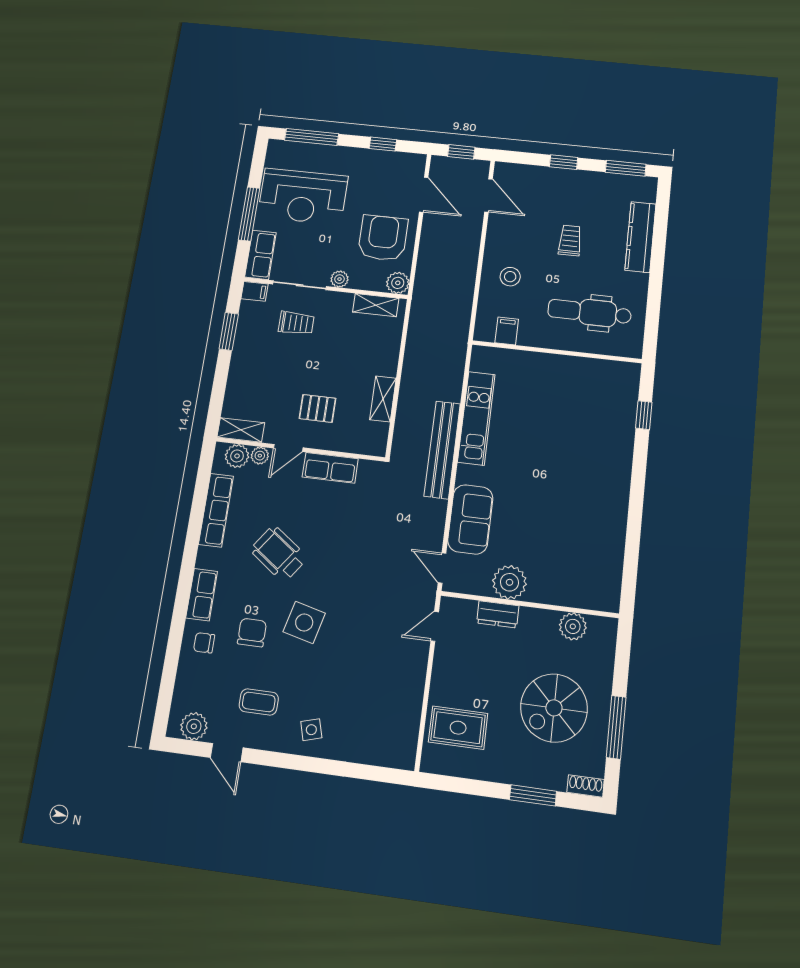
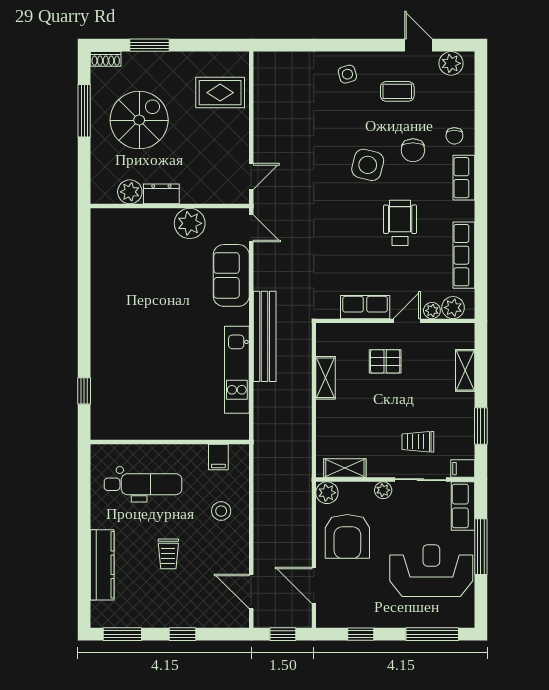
shelving: (241, 430) -> (465, 370), moved, turned 90
wheelchair: (279, 554) -> (400, 223), turned -126
dresser: (498, 614) -> (161, 194), moved
chair: (204, 643) -> (454, 136), turned 90

